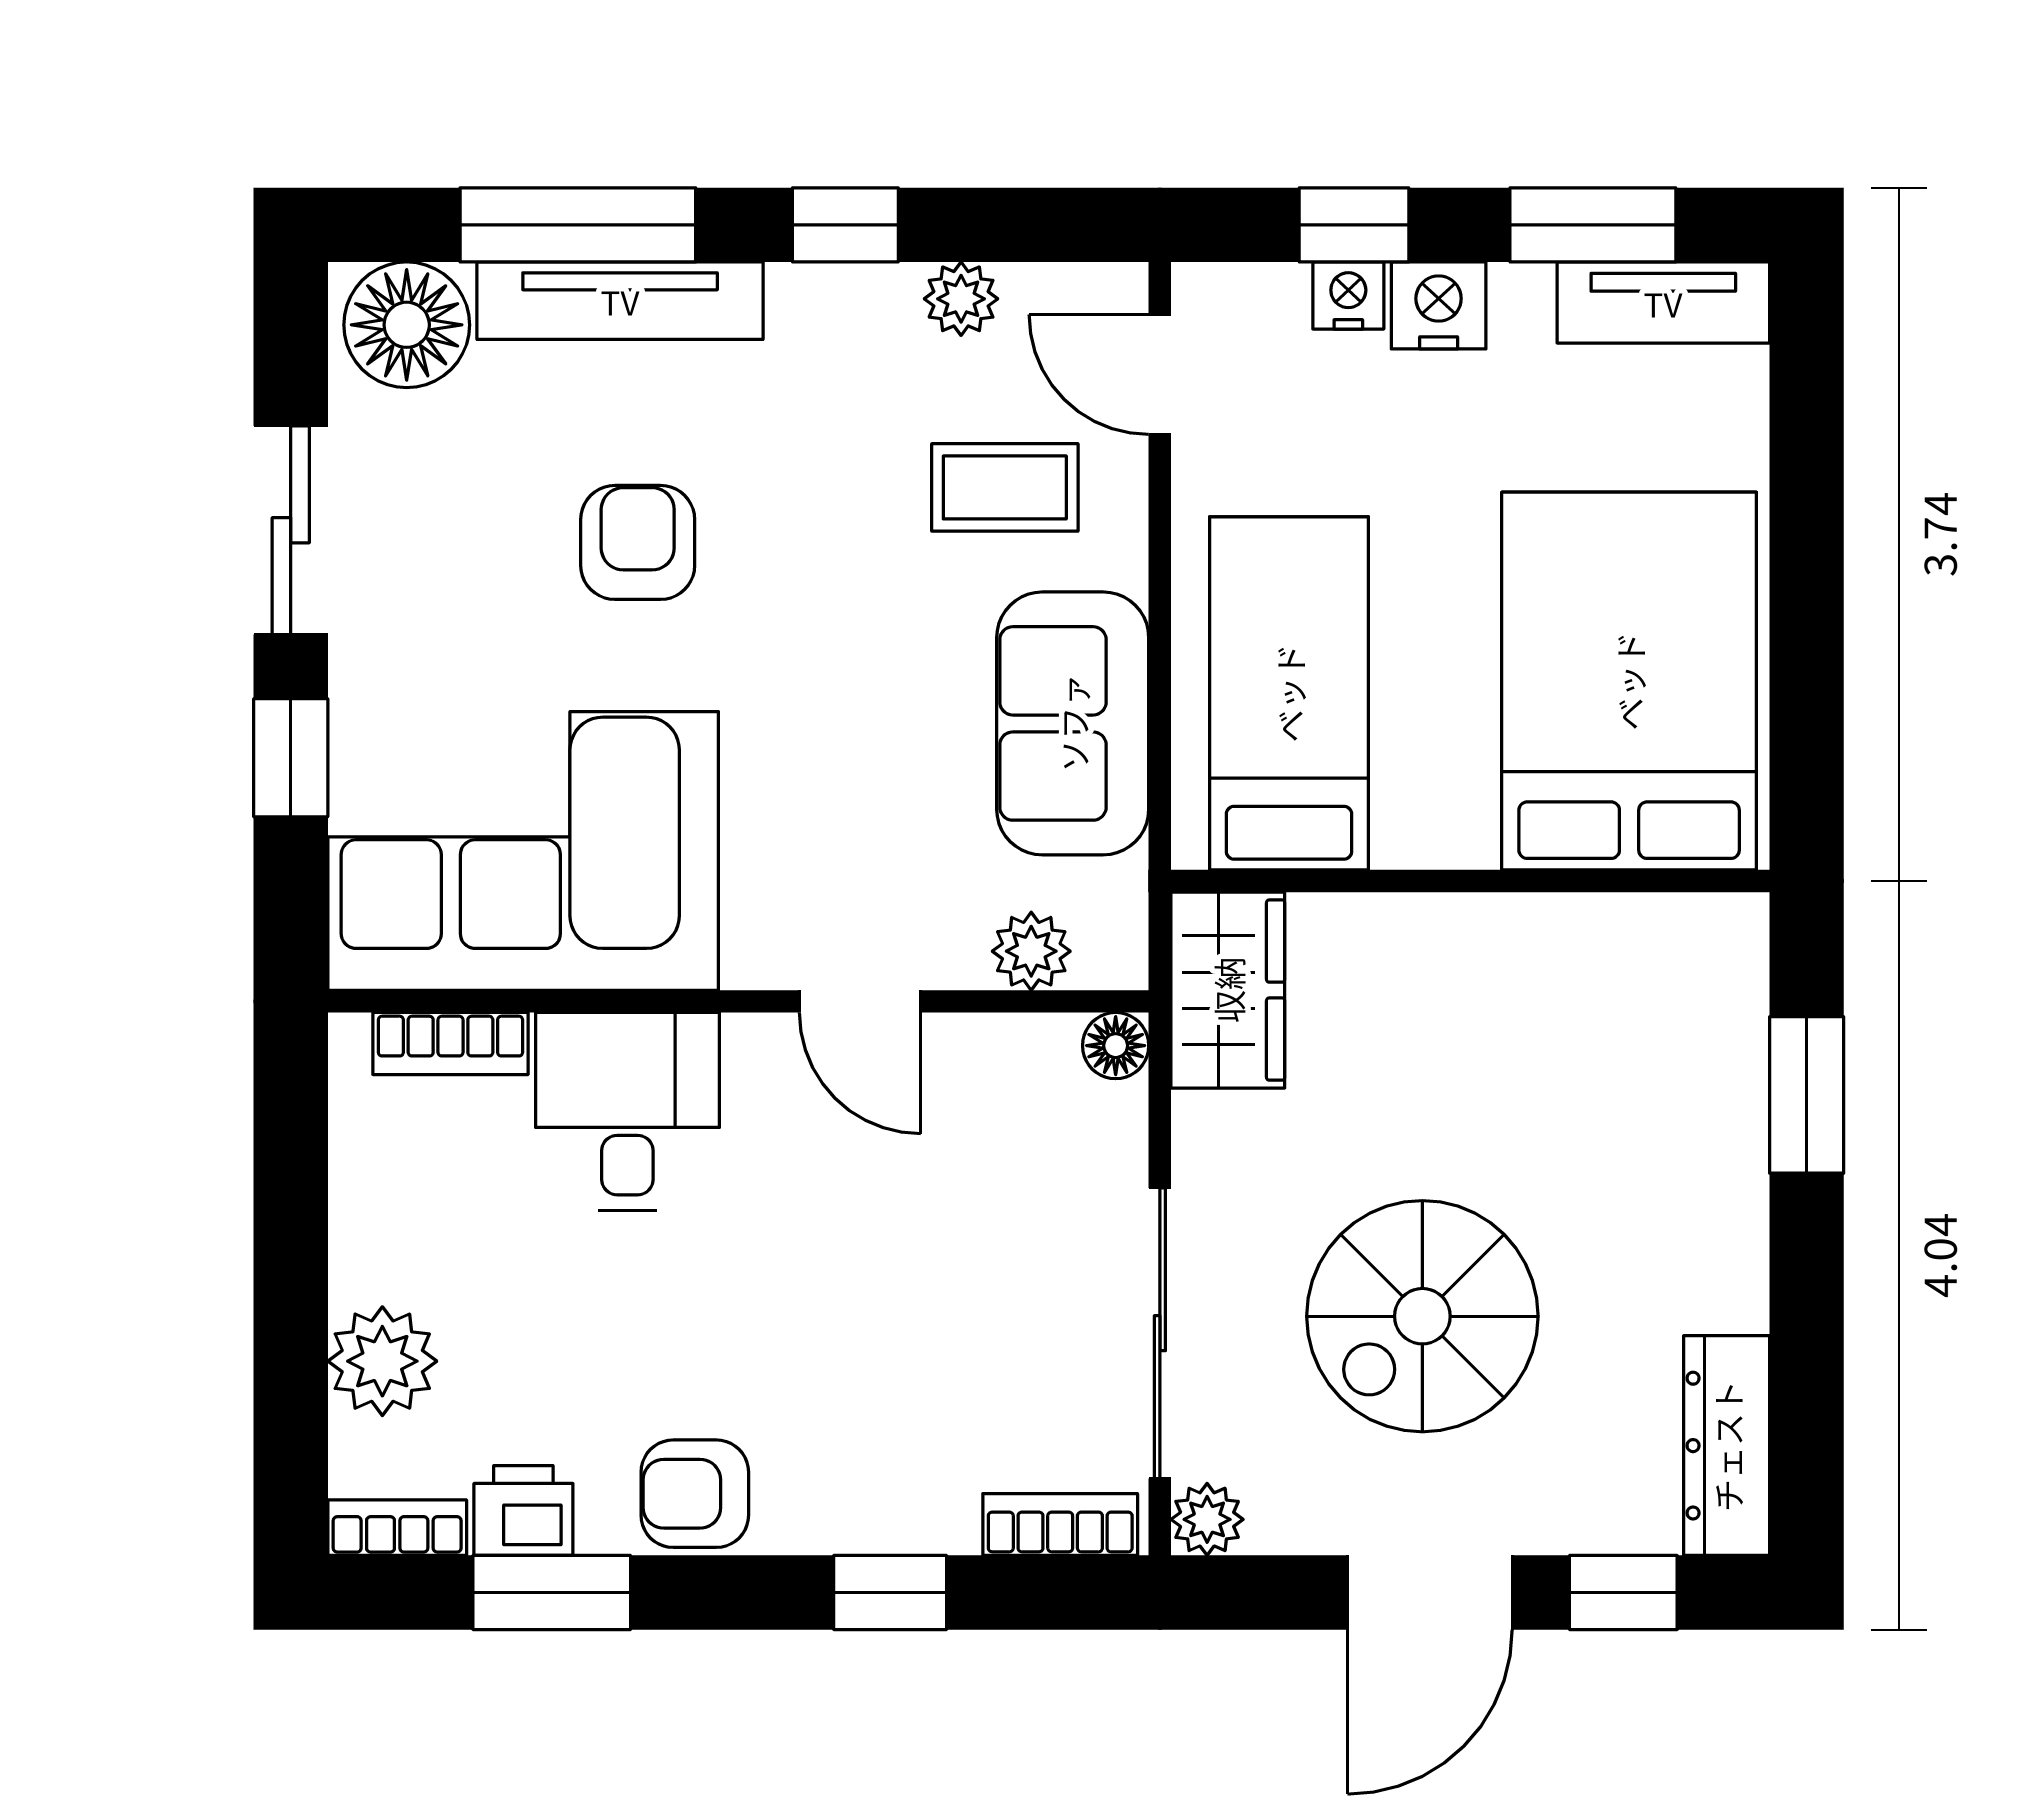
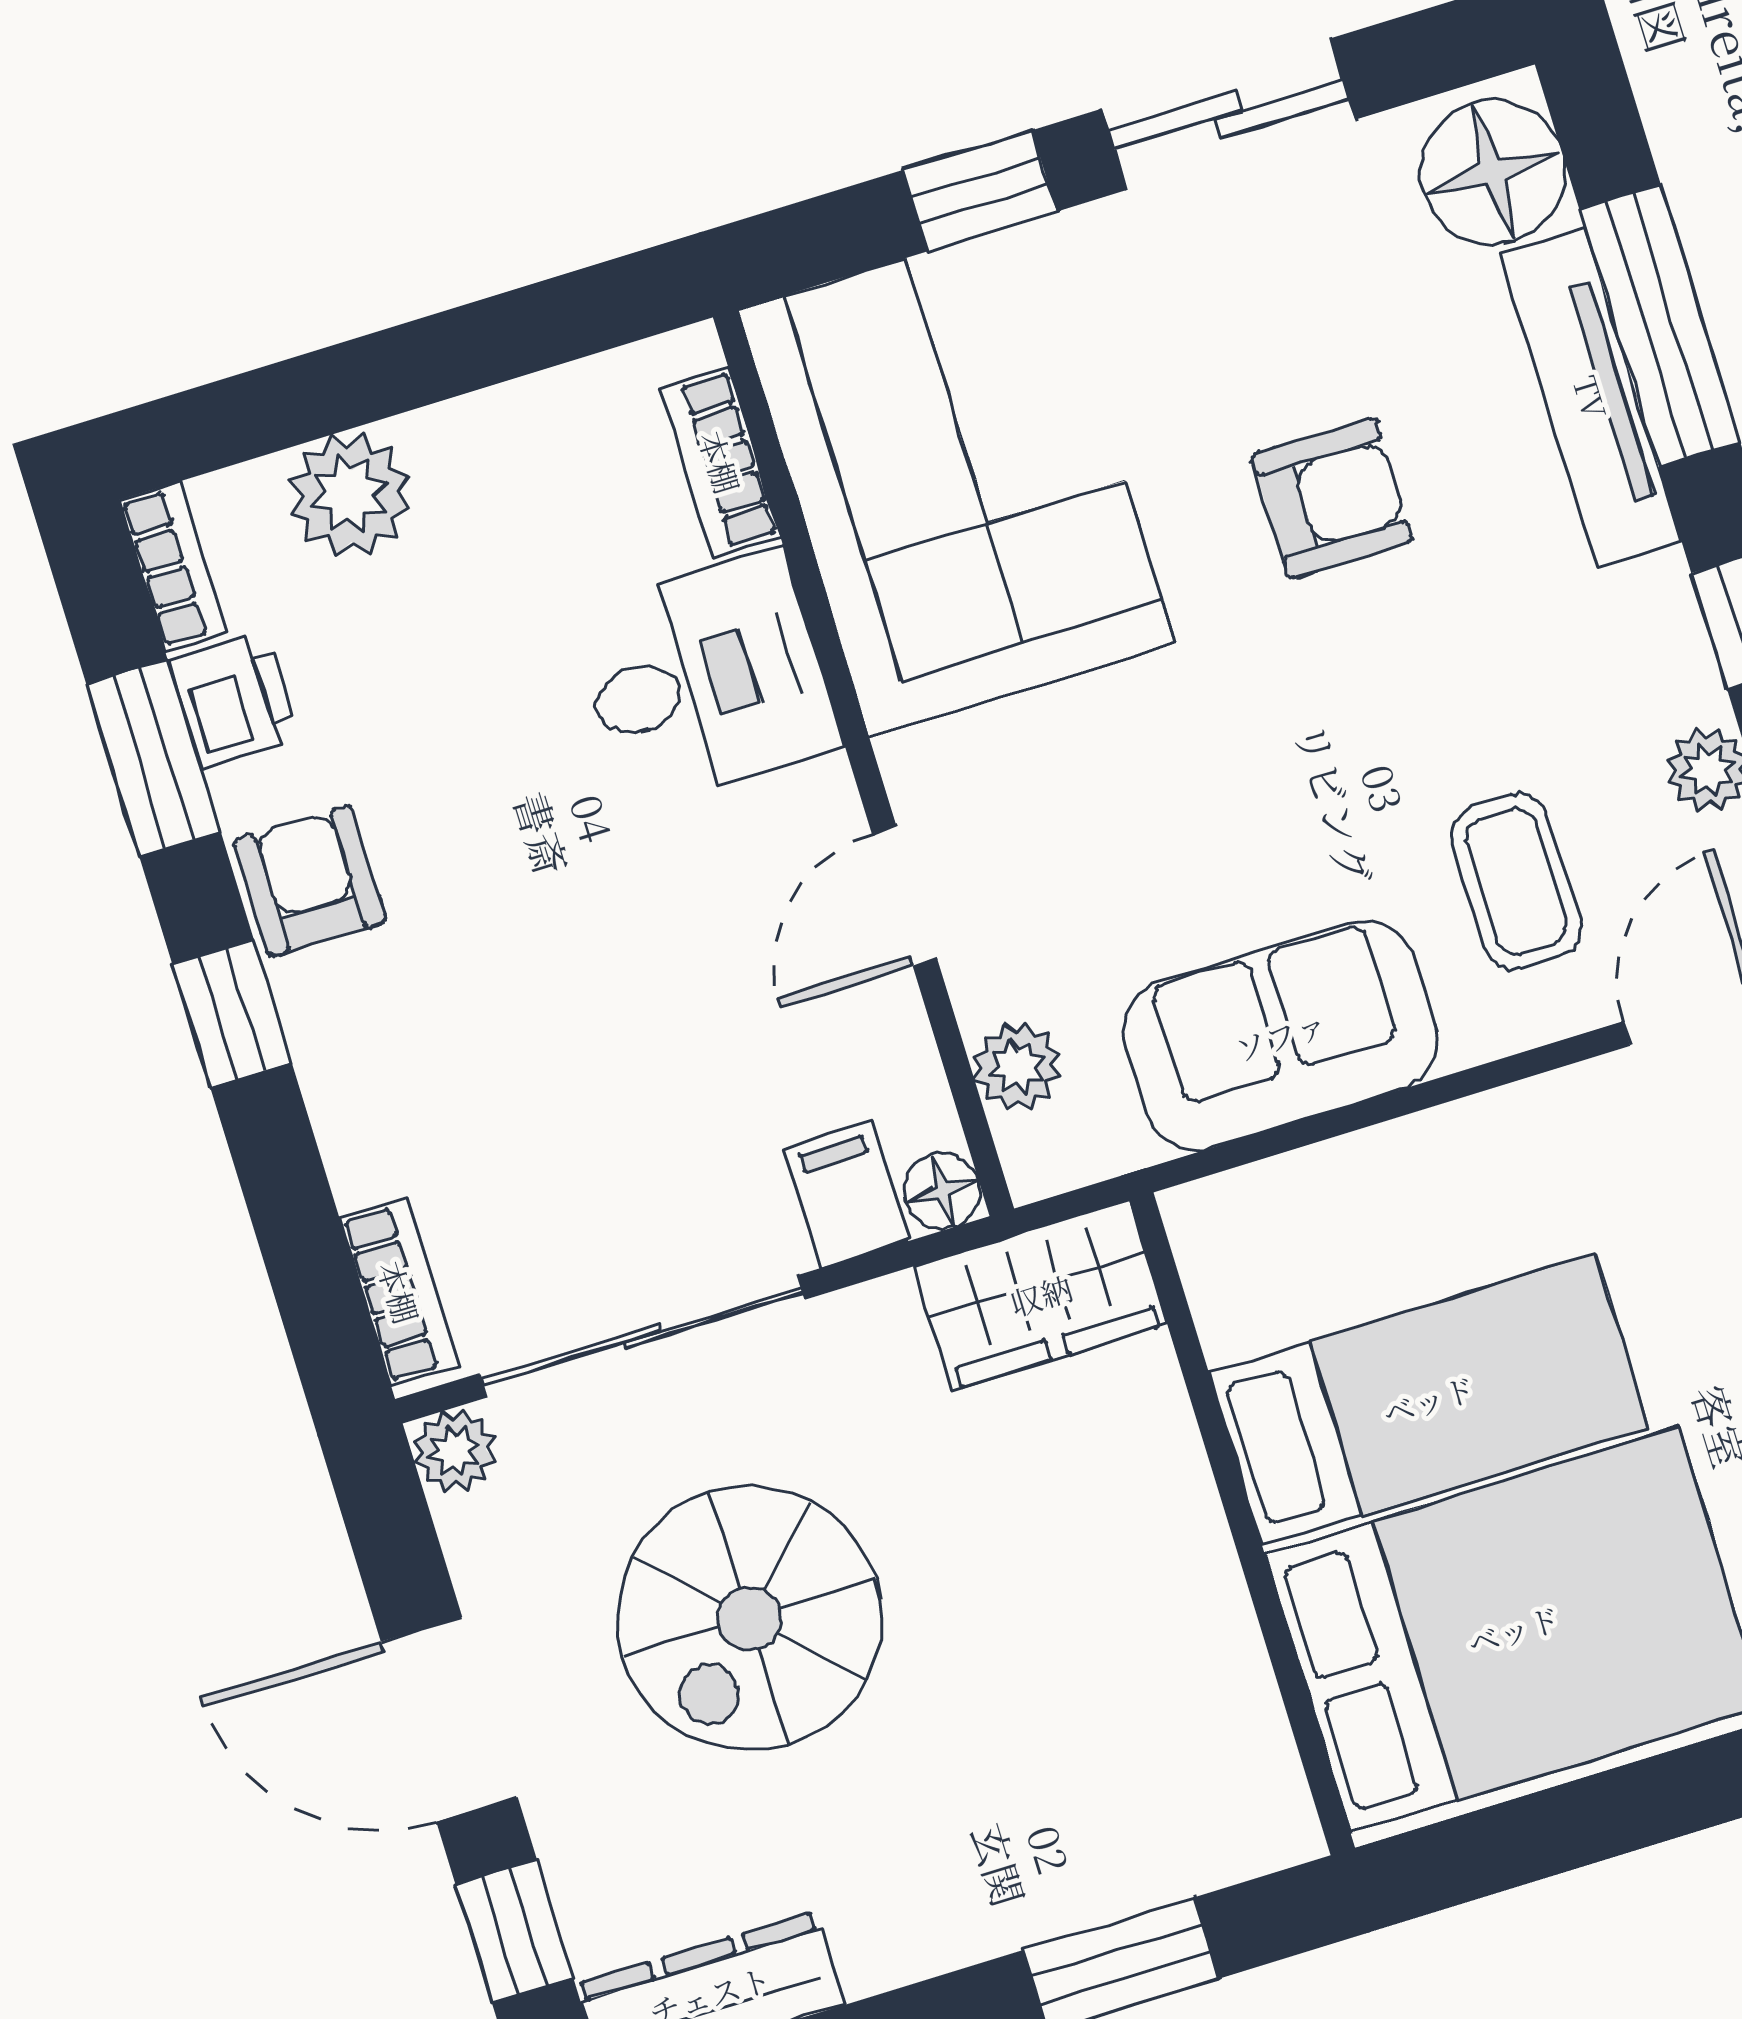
bed: (1289, 693) -> (1429, 1400), moved
filing cabinet: (1094, 1127) -> (846, 1195), added
spiral stairs: (1422, 1316) -> (749, 1618), turned -90
window: (890, 1593) -> (232, 1013), moved

